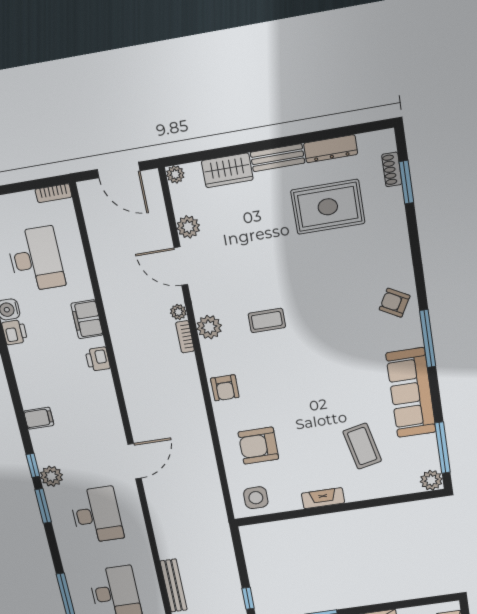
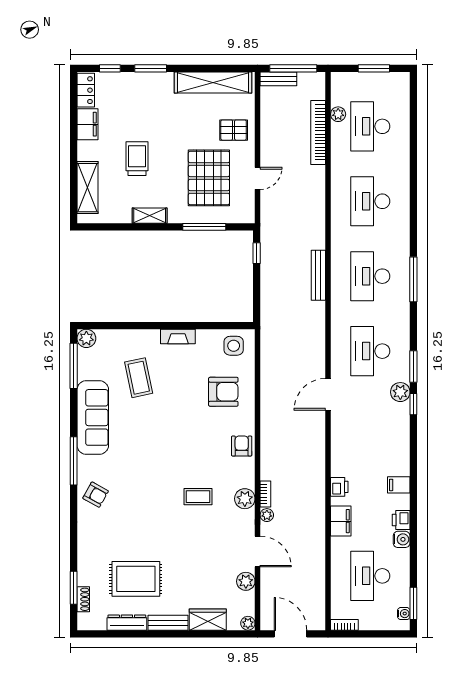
filing cabinet: (39, 418) -> (399, 485), moved

